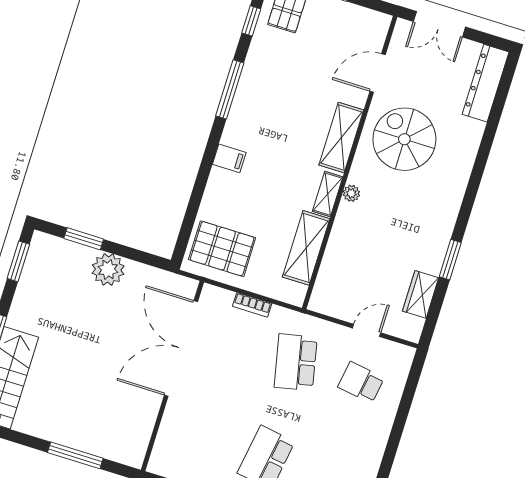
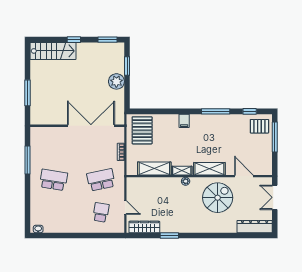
wardrobe: (421, 294) -> (144, 227), width x1.50

